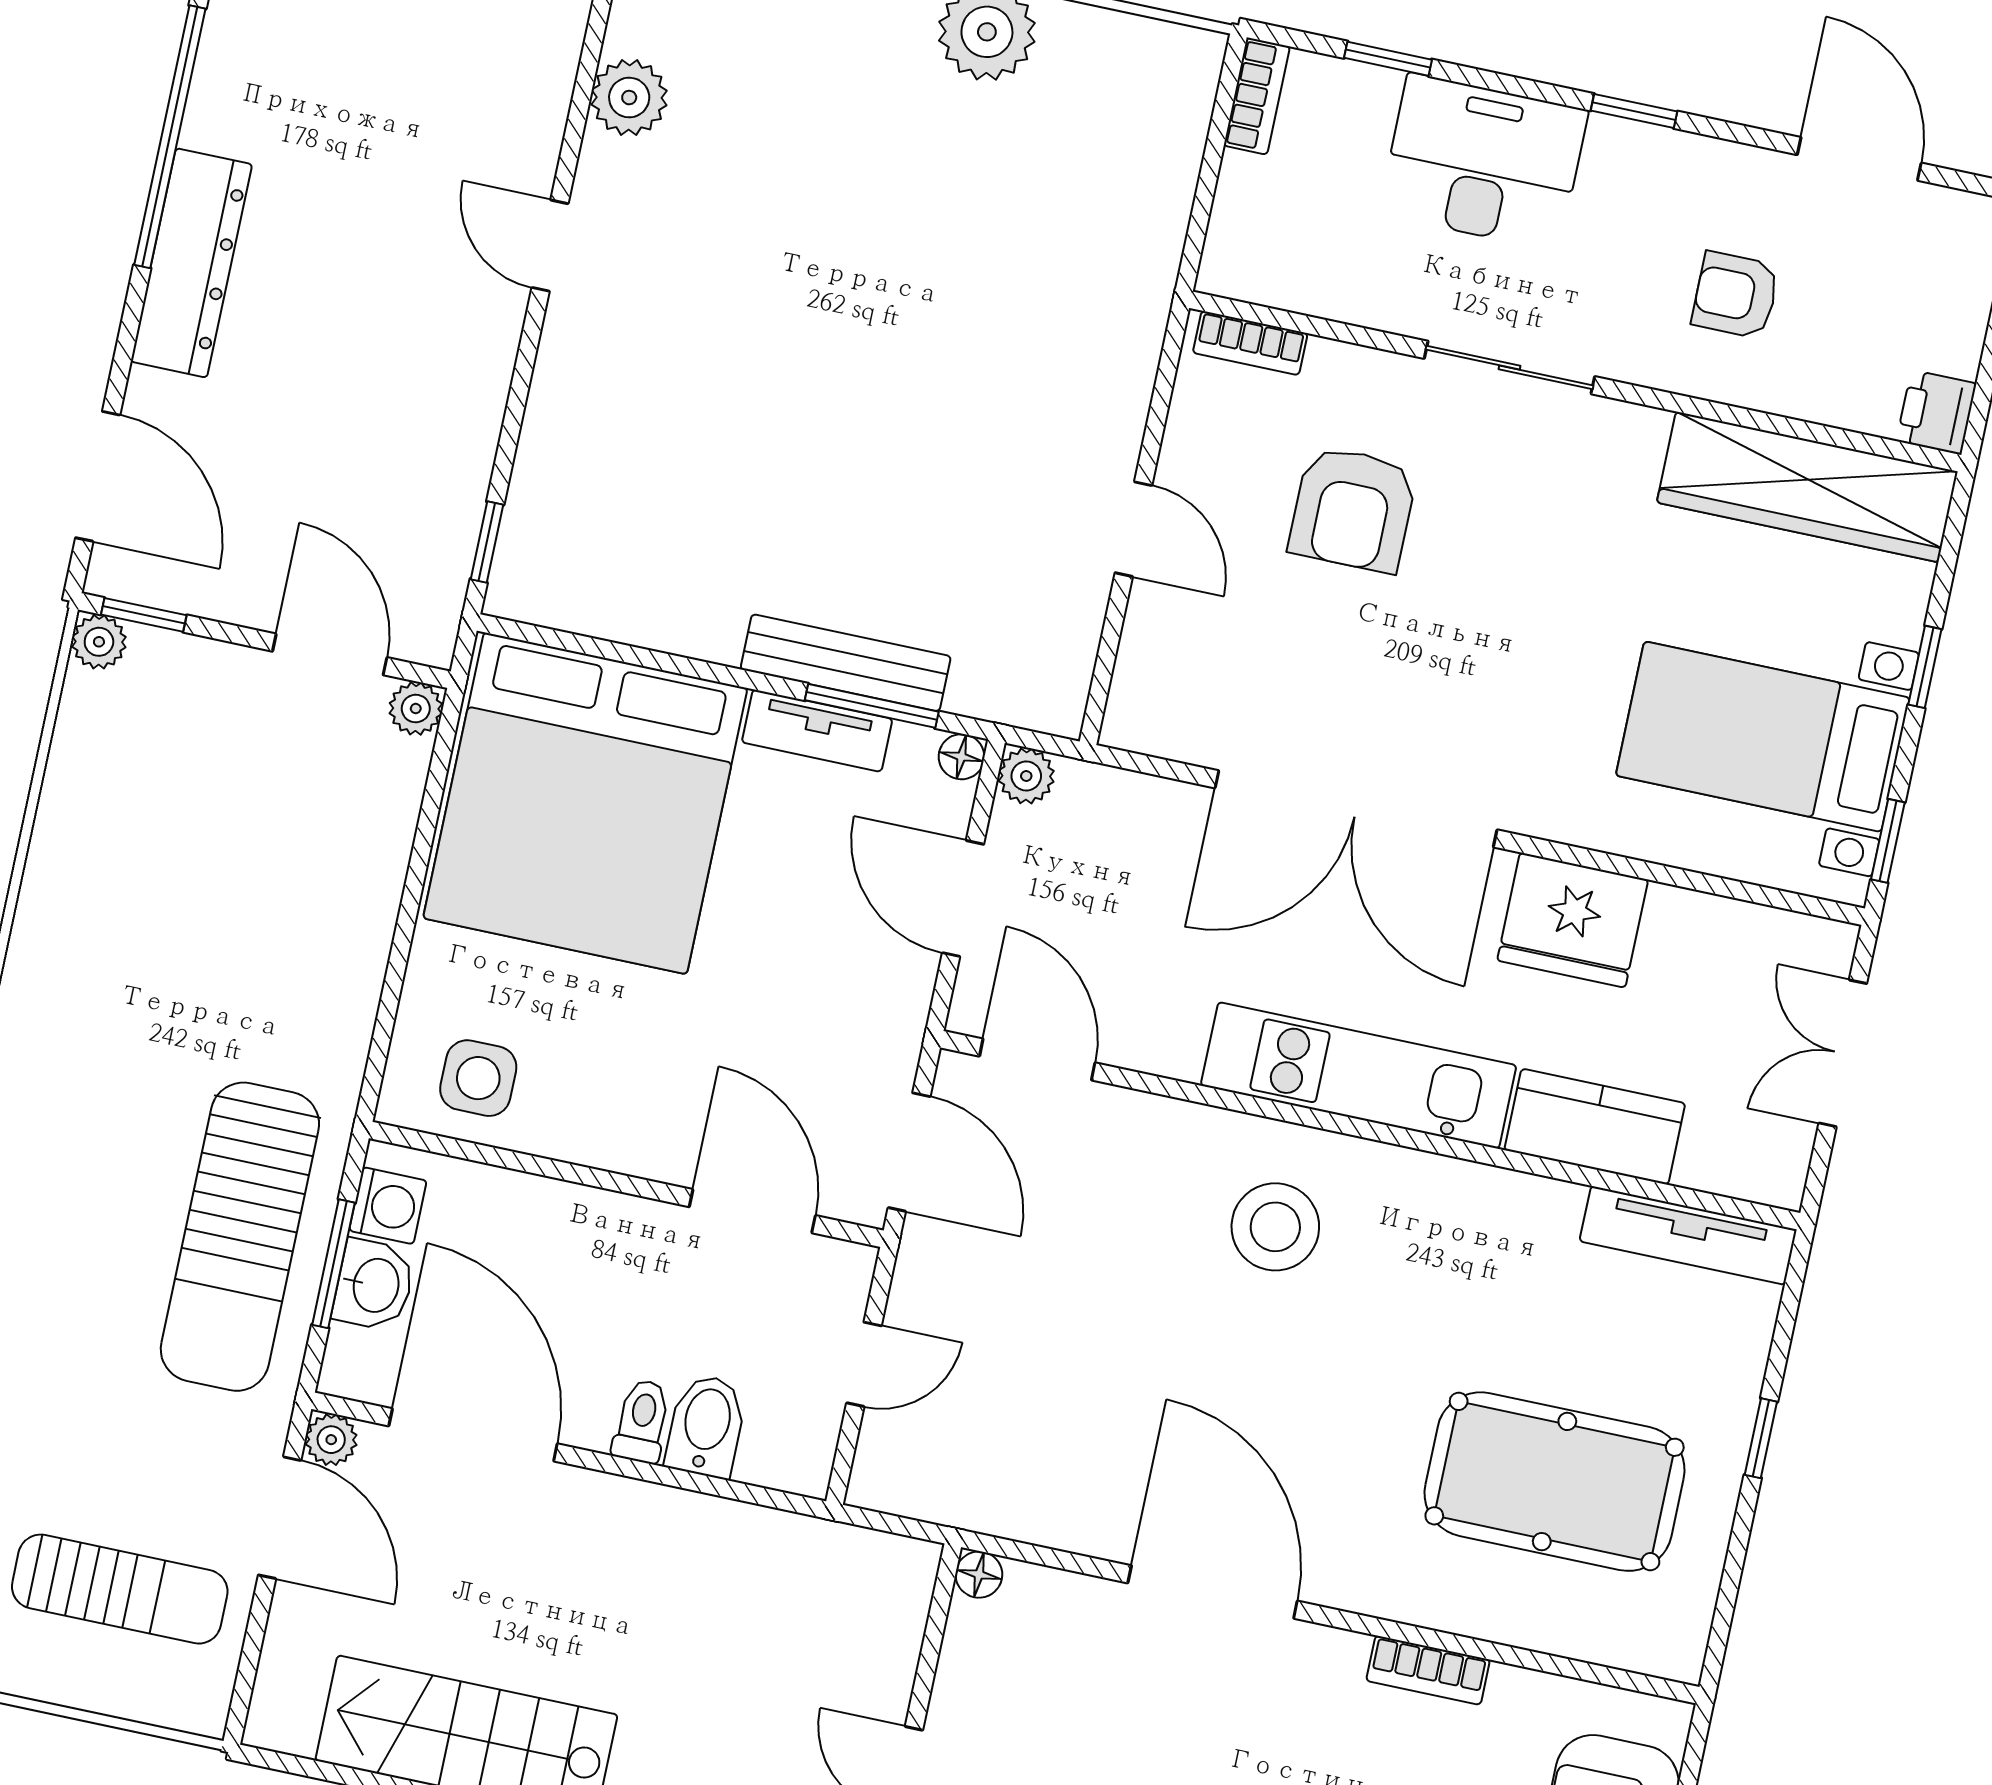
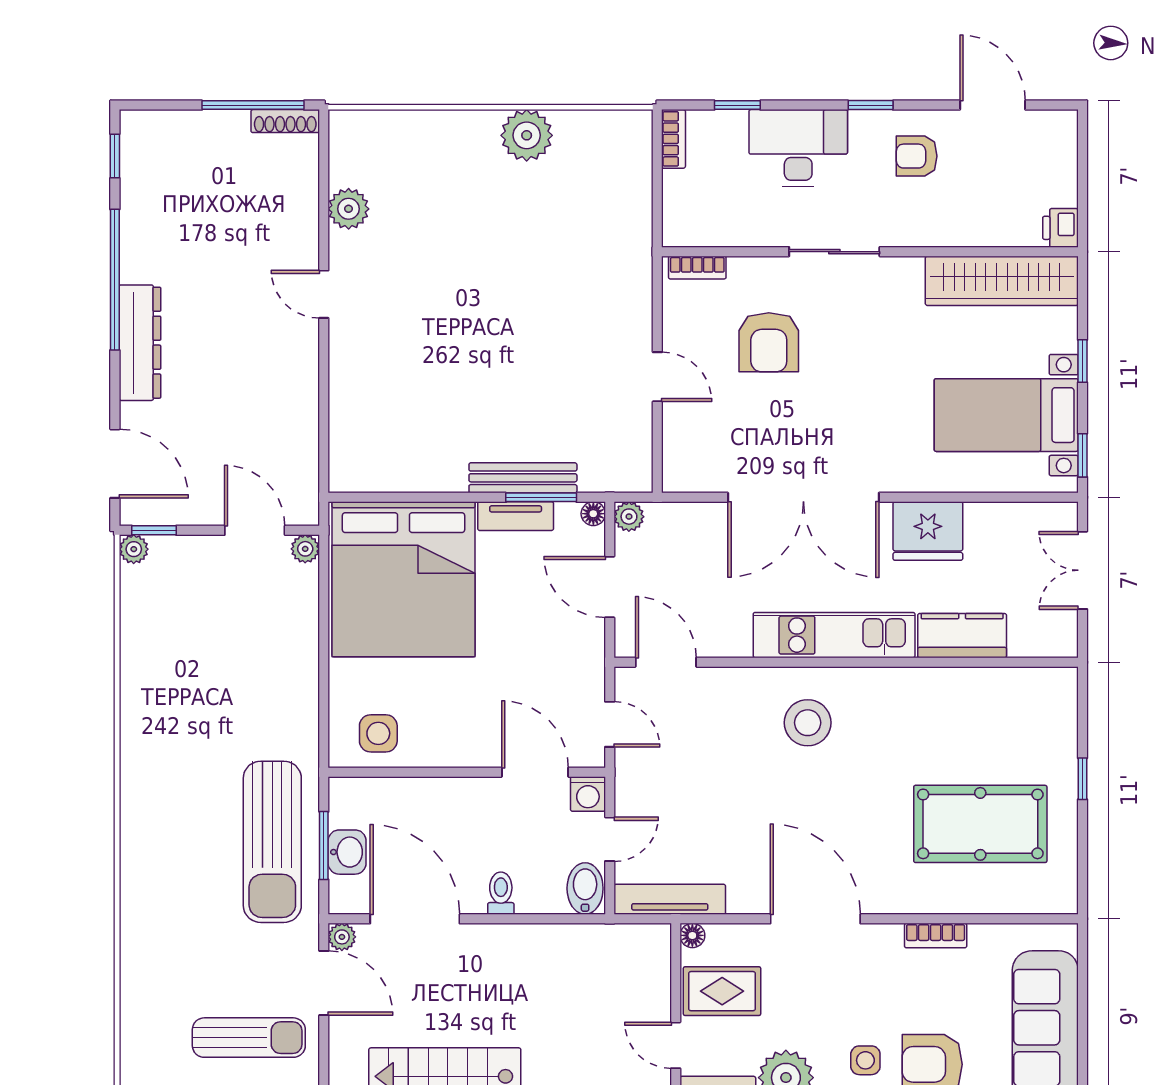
armchair: (1736, 295) -> (917, 156), moved
window: (487, 542) -> (324, 455), removed
door: (909, 1152) -> (610, 724), width x0.73
washing machine: (388, 1206) -> (588, 794), moved, turned 90
tv unit: (1688, 1235) -> (670, 899), moved, turned 180
bidet: (706, 1426) -> (585, 888), moved
rug: (1012, 1689) -> (722, 991), added

